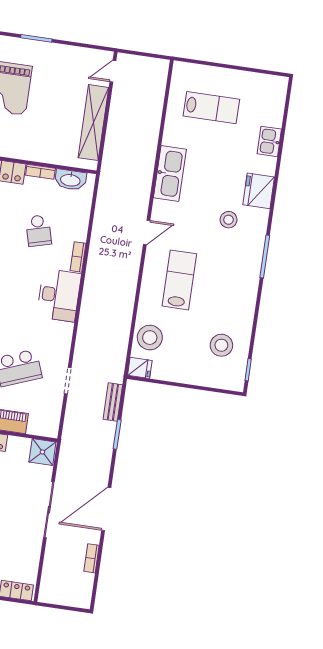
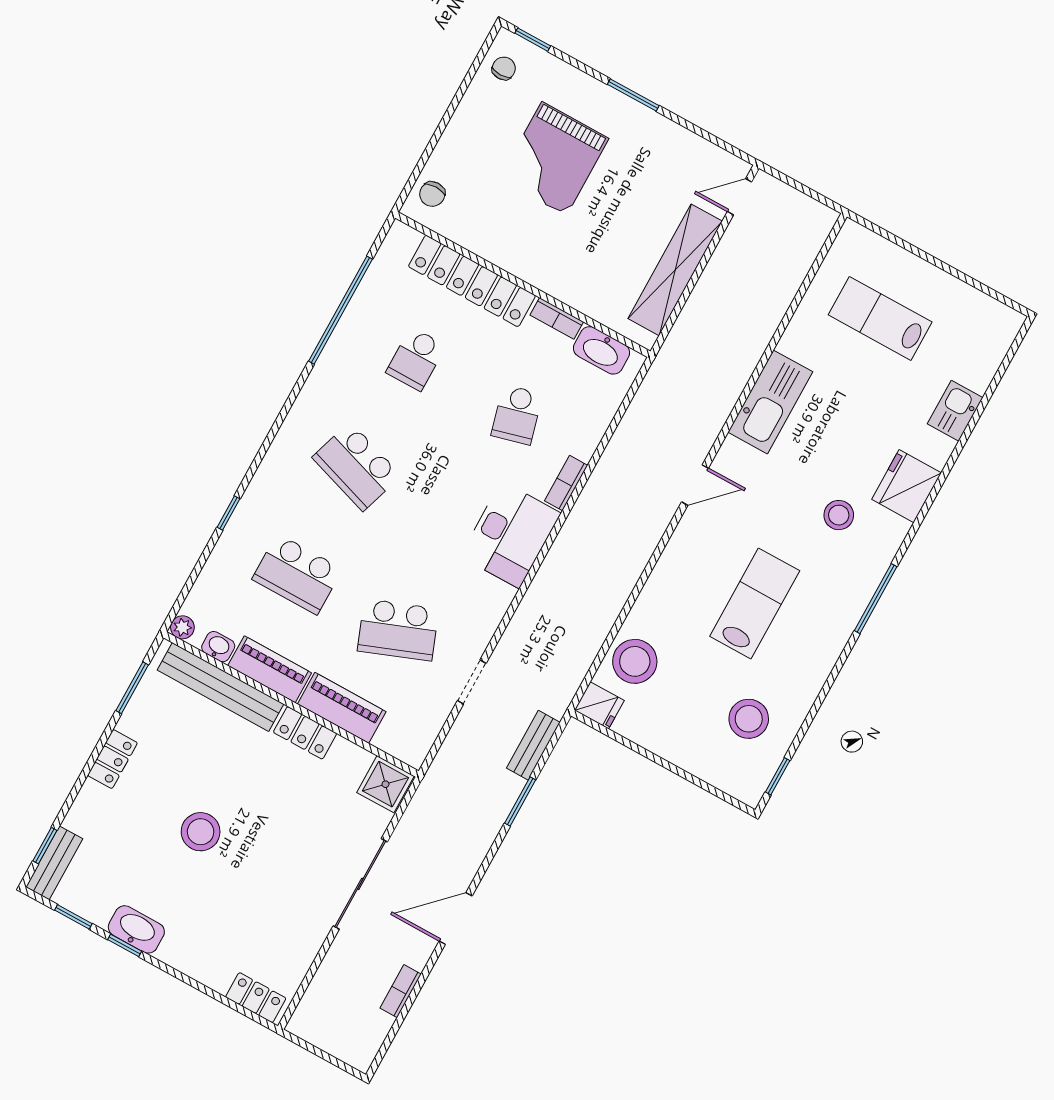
lab bench: (211, 108) -> (880, 318), turned 180
lab bench: (179, 280) -> (755, 603), moved
door: (106, 509) -> (456, 918), width x0.73

